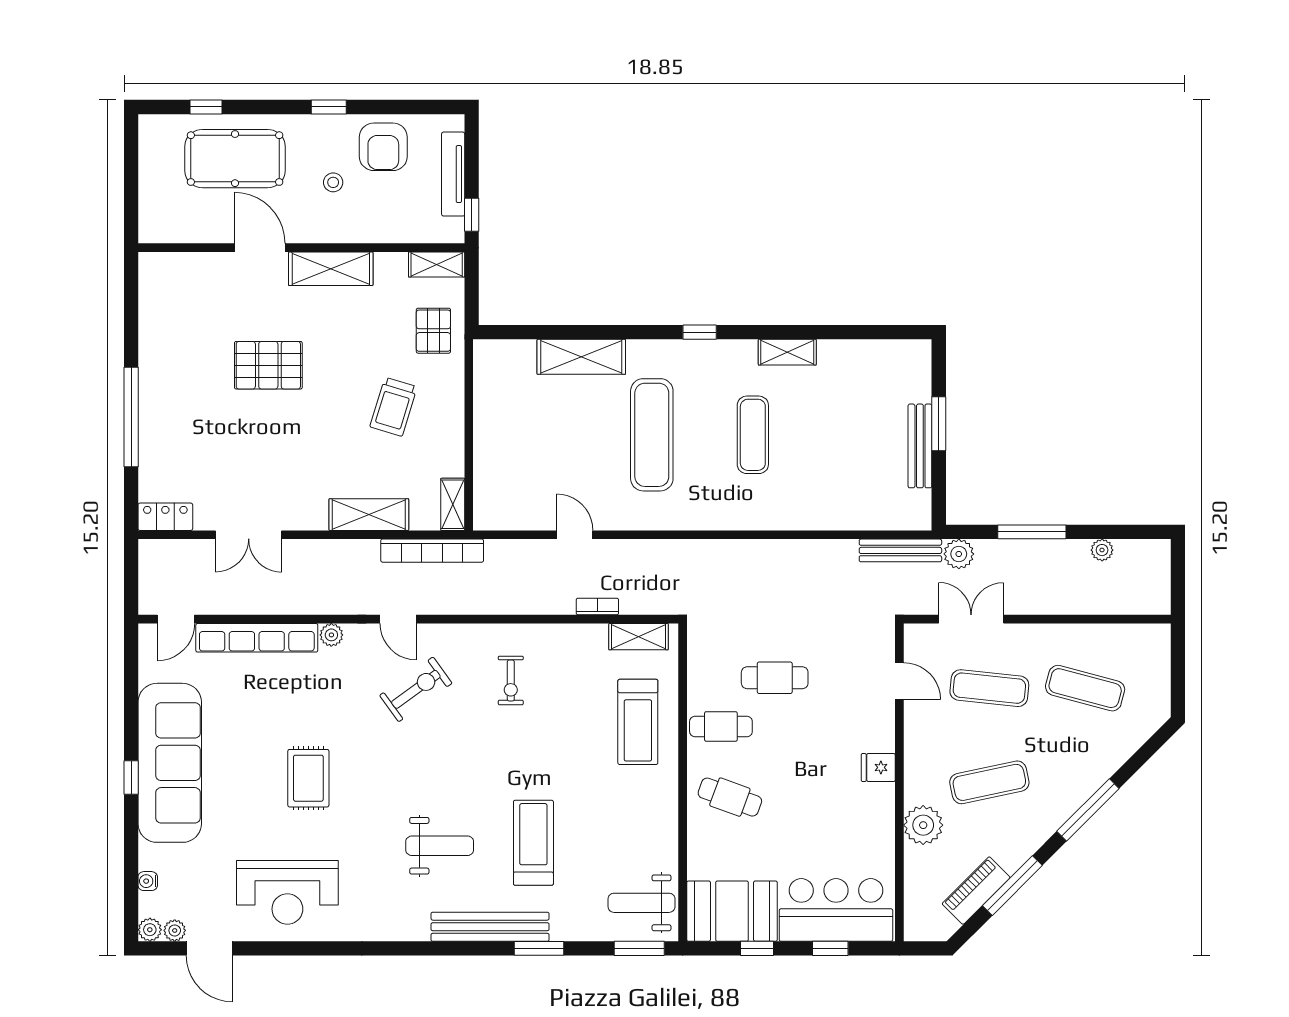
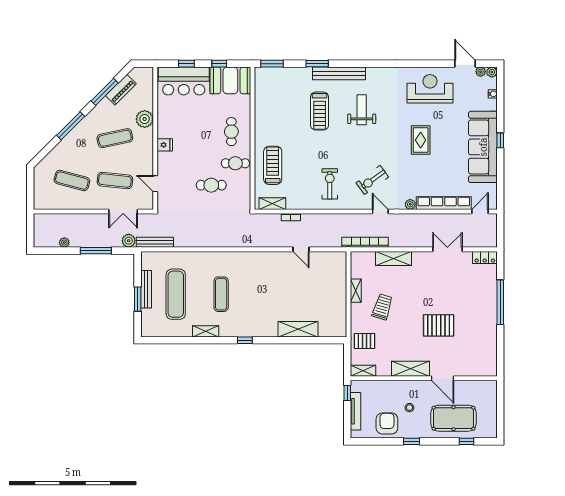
pallet: (433, 331) -> (364, 341), turned 90
exercise mat: (652, 435) -> (176, 294), moved
shelving: (453, 504) -> (356, 291), moved
exercise bike: (511, 681) -> (330, 184), width x1.38, depth x1.39
cafe table: (730, 797) -> (231, 132), turned 70
weight bench: (440, 846) -> (362, 110), turned 90
weight bench: (642, 903) -> (271, 84), removed

